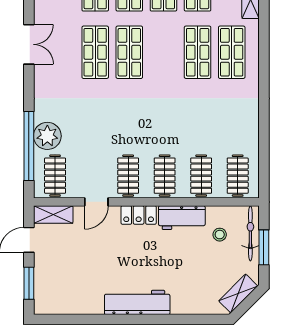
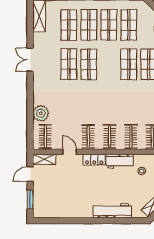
double door: (29, 44) -> (30, 60), swing flipped
window: (29, 146) -> (30, 119), removed
door: (96, 202) -> (70, 152), swing flipped
workbench: (137, 302) -> (112, 211), moved

